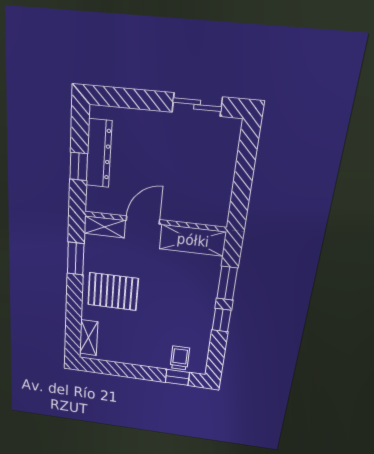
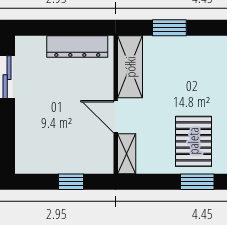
dresser: (99, 153) -> (77, 47), moved, turned 180
window: (76, 259) -> (197, 182), moved
window: (222, 320) -> (210, 28), removed

